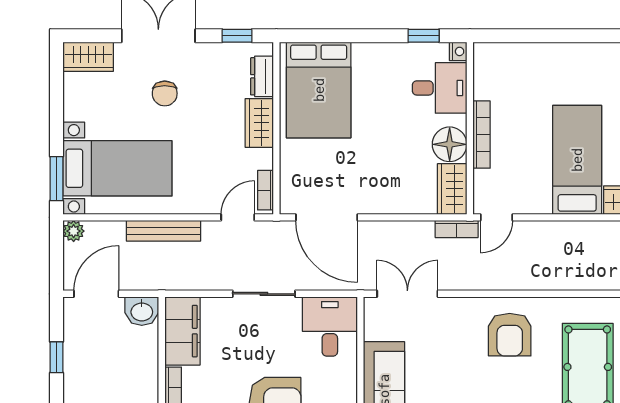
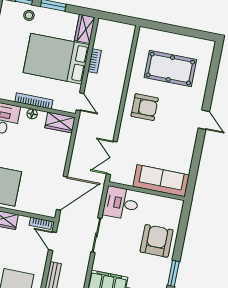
floor lamp: (450, 144) -> (32, 114), width x0.53, depth x0.53
bed: (577, 160) -> (56, 59), width x1.50
bookcase: (457, 229) -> (95, 61), moved

